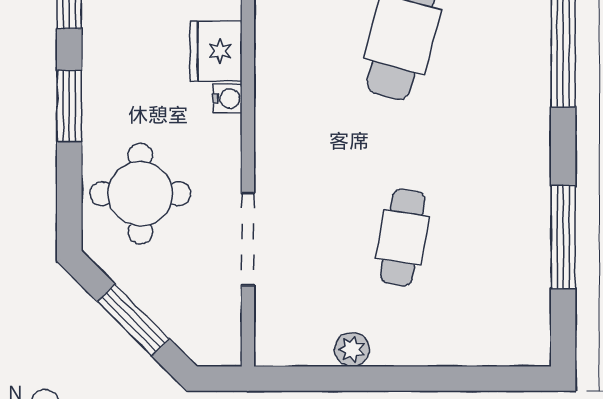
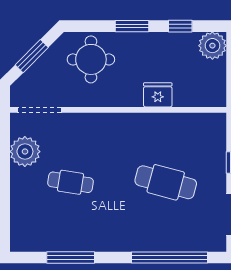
water cooler: (228, 99) -> (135, 100), removed
doorway: (248, 239) -> (40, 110), moved
plant: (352, 349) -> (25, 152), width x1.87, depth x1.87

